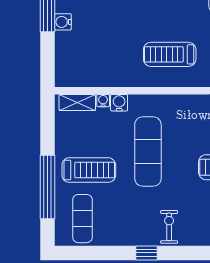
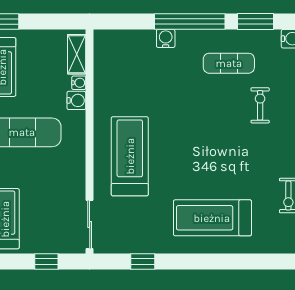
treadmill: (170, 54) -> (130, 156), width x1.37, depth x1.37

